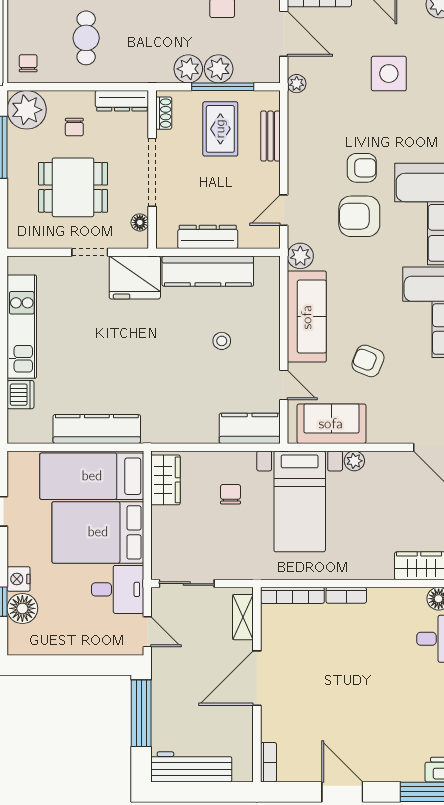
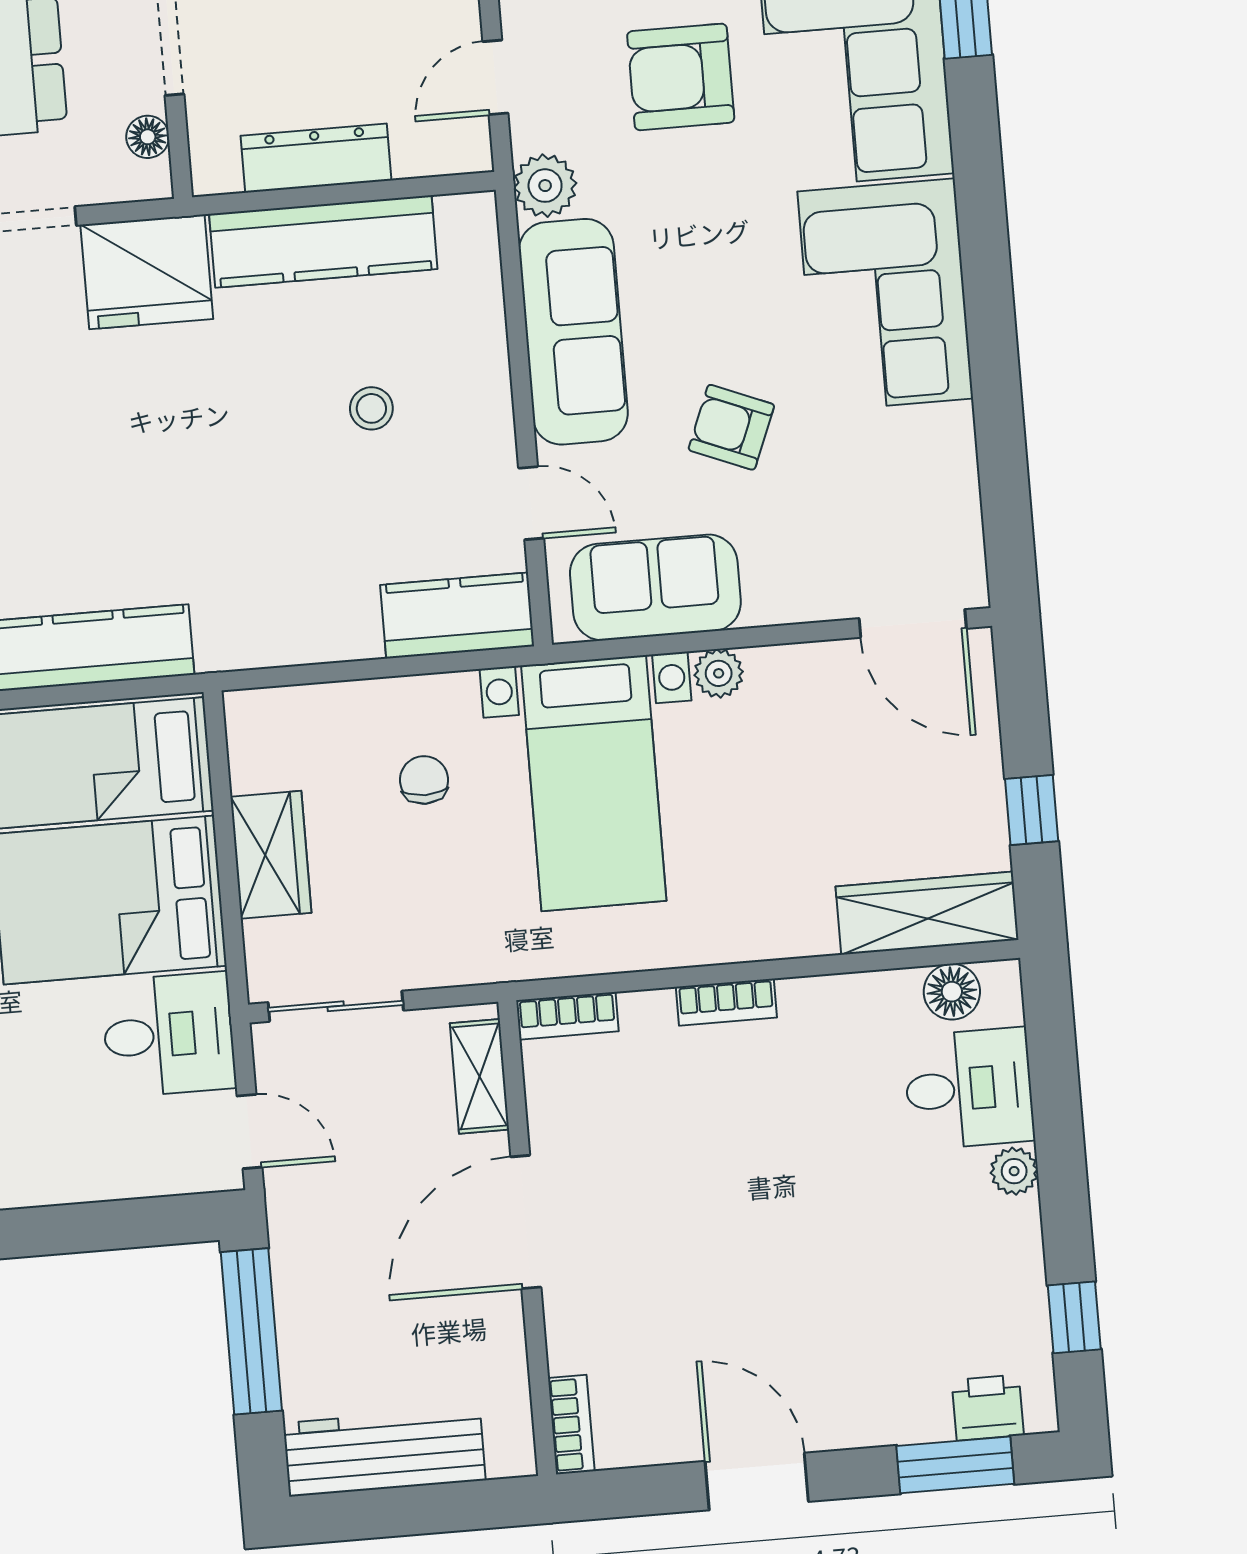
wardrobe: (165, 480) -> (271, 855), moved
bookcase: (292, 595) -> (567, 1016), width x0.64

